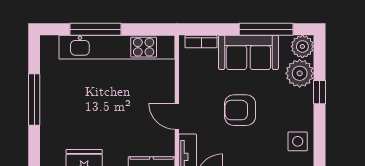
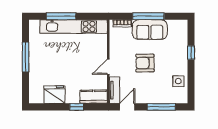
window: (266, 29) -> (148, 16), moved
plant: (302, 46) -> (181, 26), removed
plant: (300, 73) -> (180, 42), removed
door: (177, 116) -> (108, 67), hinge flipped

